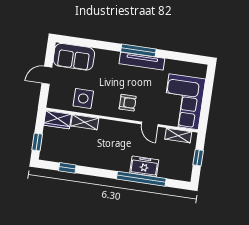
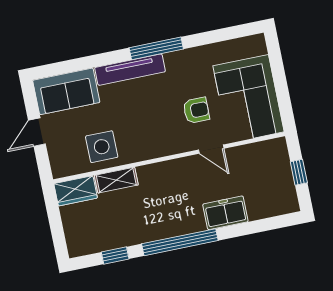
tv unit: (142, 61) -> (130, 70), moved
armchair: (128, 103) -> (196, 110), moved
shelving: (178, 136) -> (259, 150), removed
window: (37, 142) -> (58, 234), removed
window: (141, 179) -> (180, 242), moved

